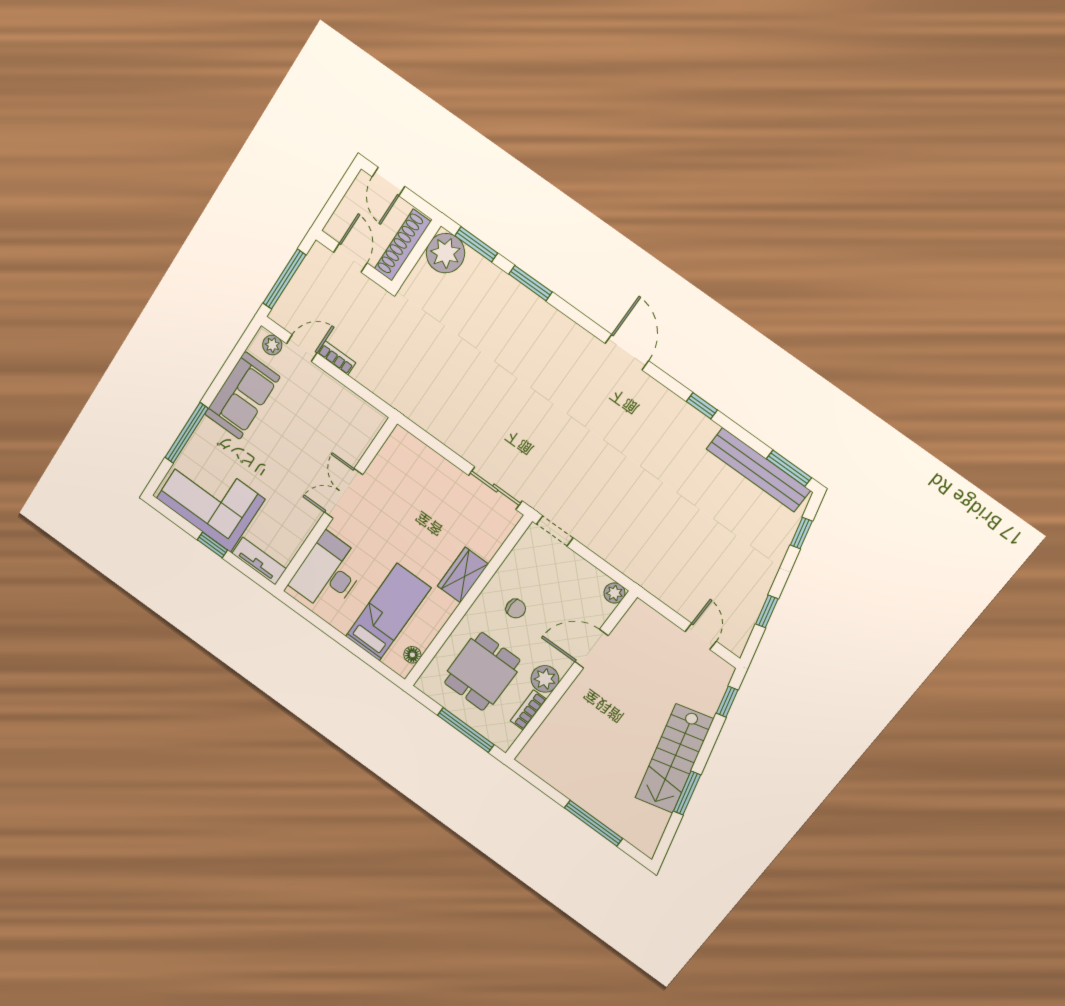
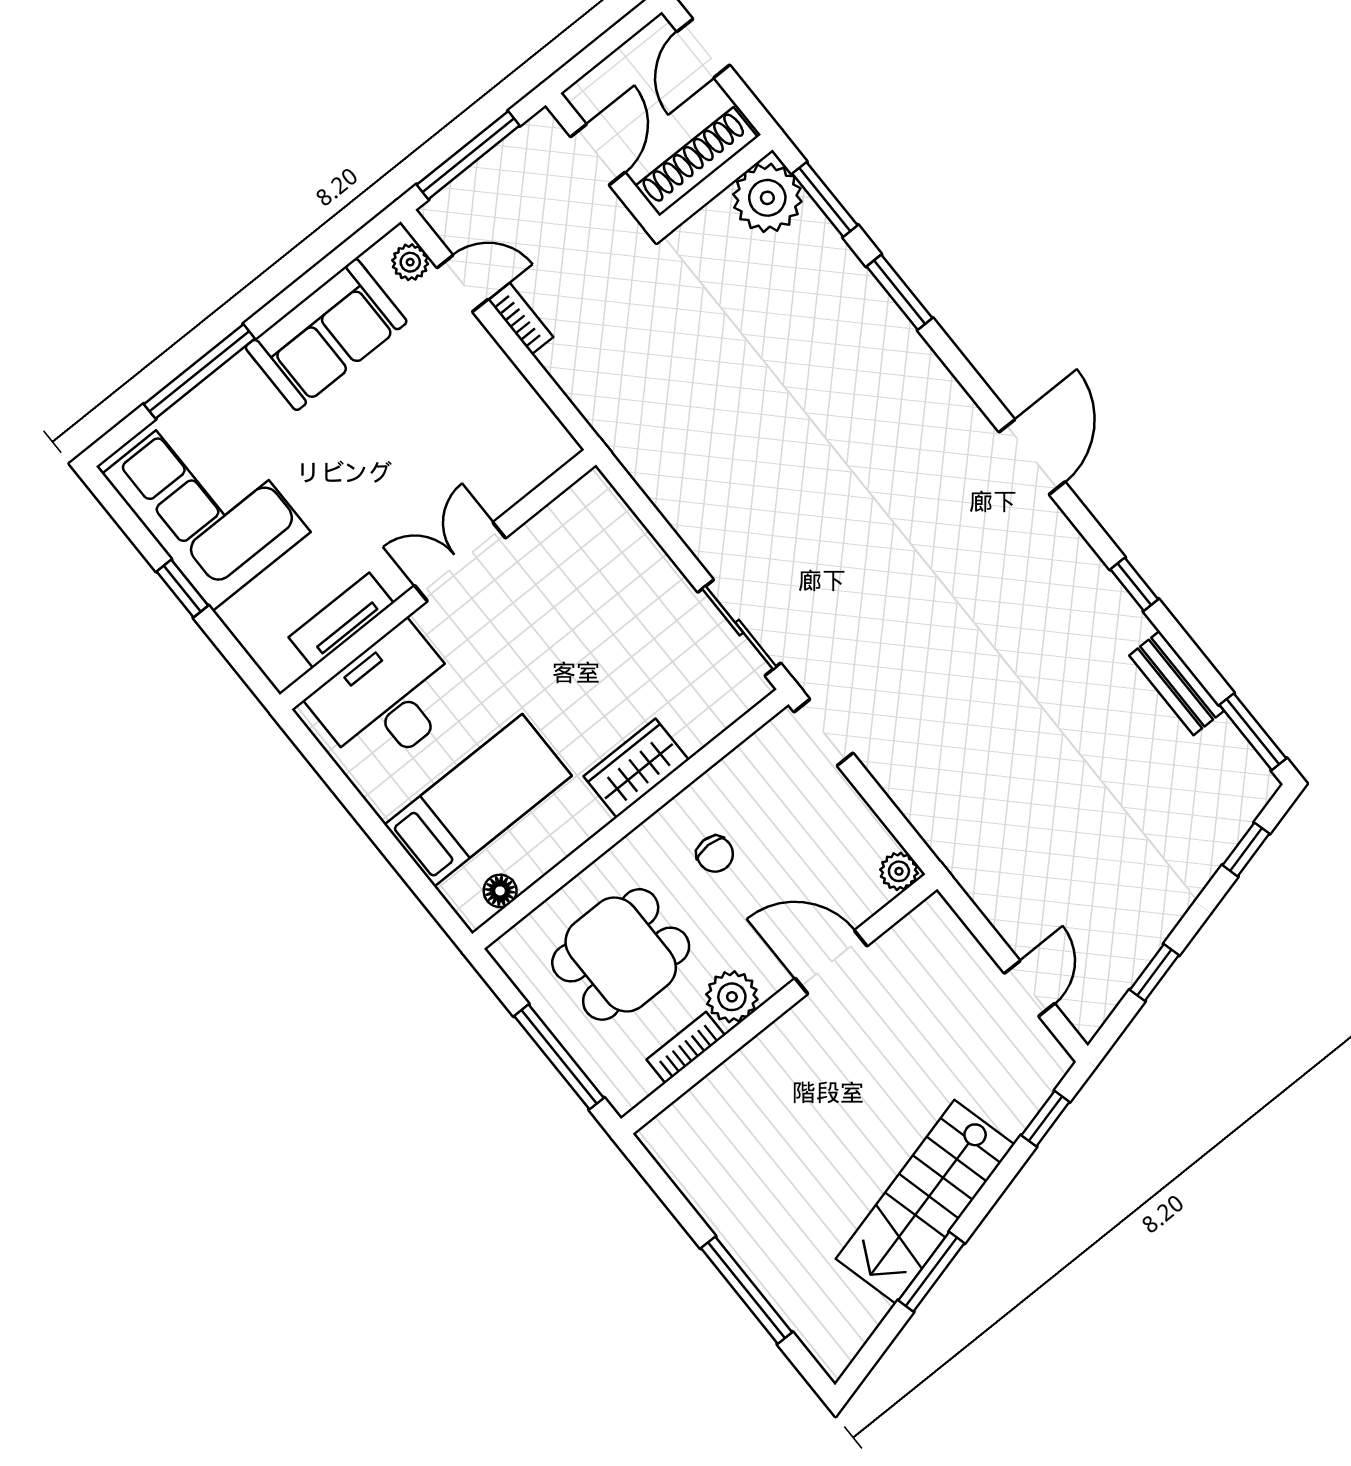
bench: (758, 470) -> (1177, 683), width x0.54, depth x0.82
tv unit: (259, 561) -> (341, 620), moved, turned -90

